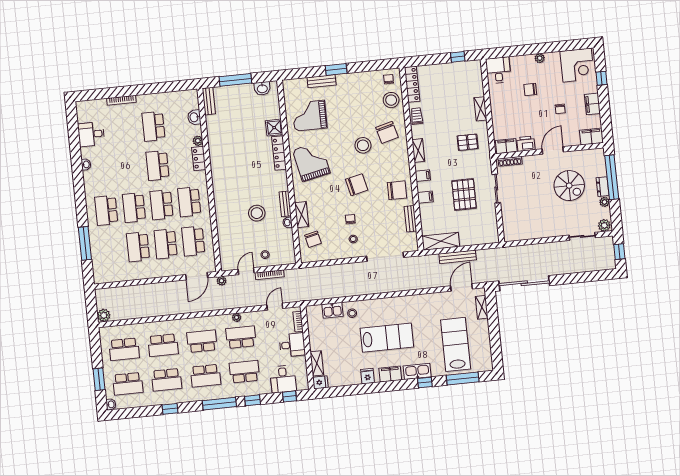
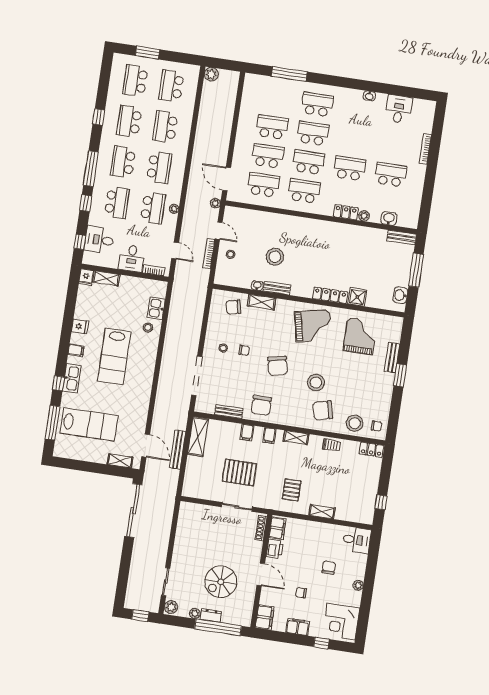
locker: (412, 84) -> (371, 450), width x0.66
filing cabinet: (390, 374) -> (76, 350), width x0.50
washbasin: (111, 404) -> (119, 58), removed

